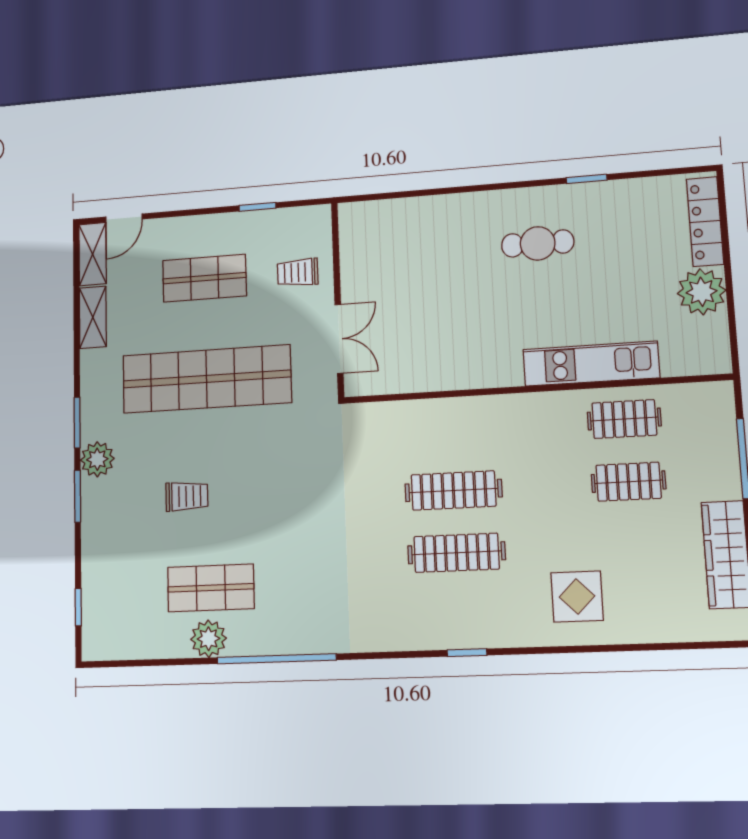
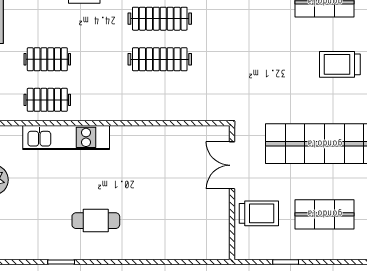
trolley: (298, 272) -> (259, 213), width x1.36, depth x1.39
trolley: (187, 496) -> (340, 64), width x1.36, depth x1.39

